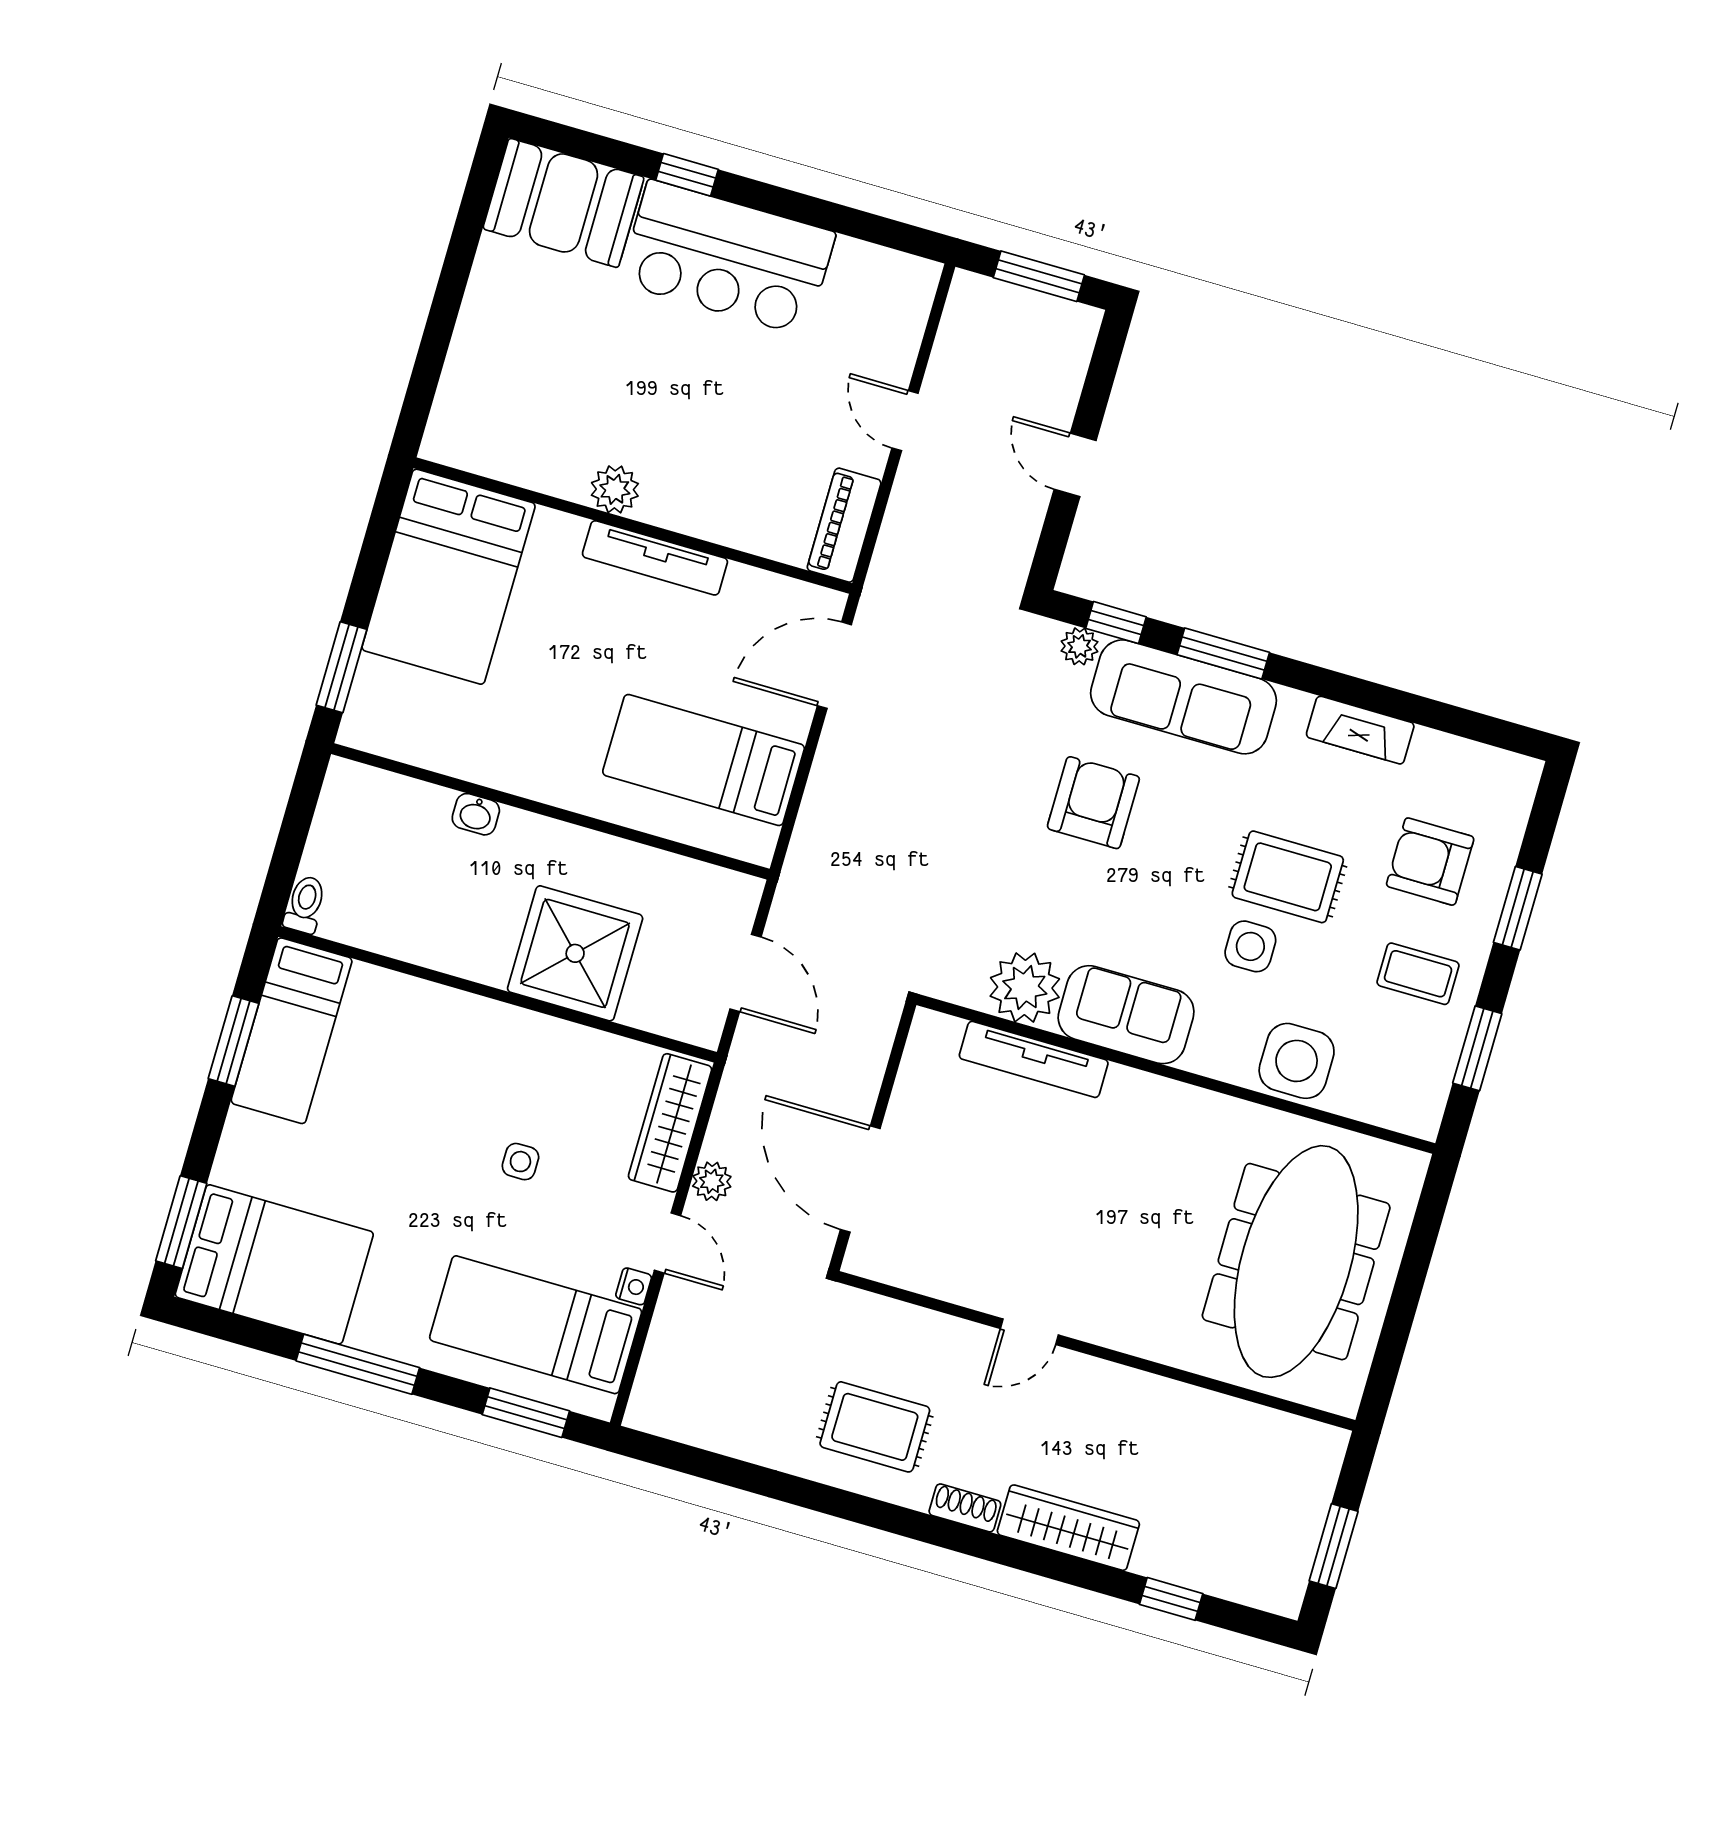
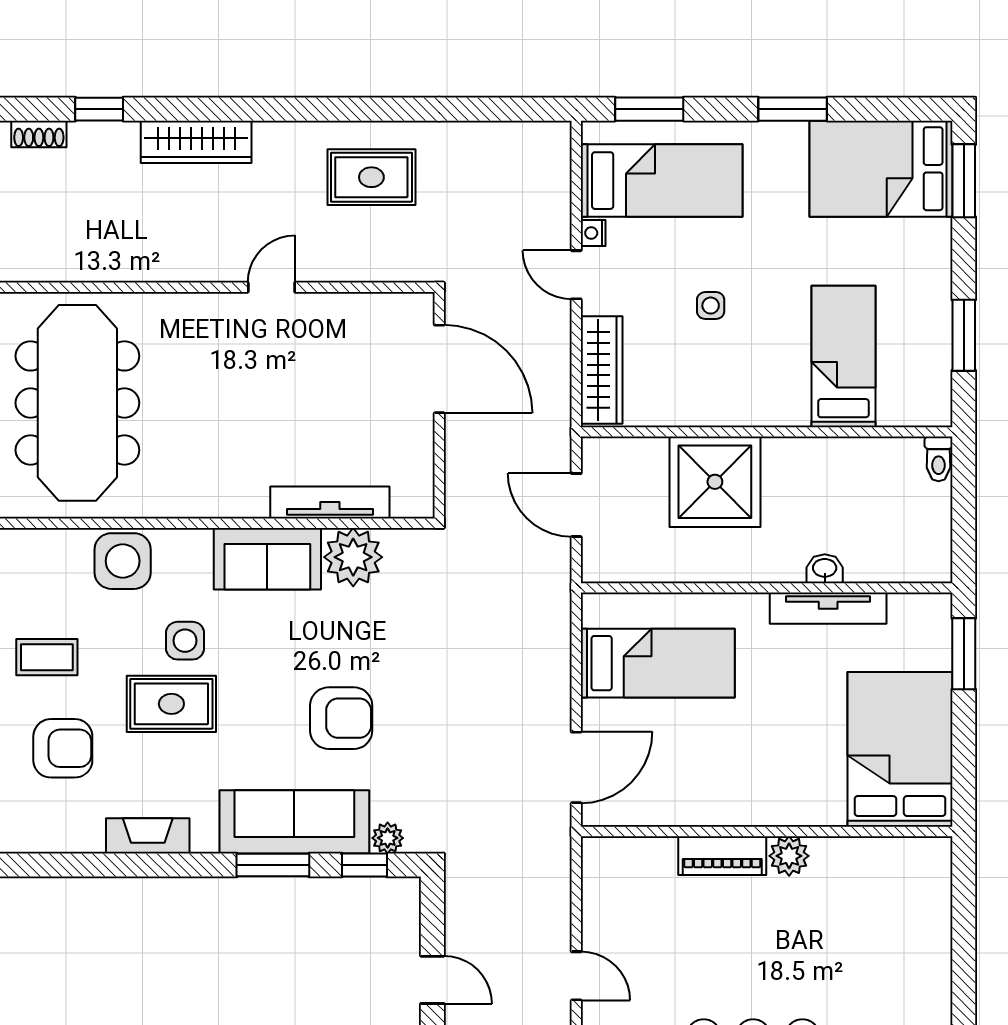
piano: (844, 525) -> (722, 856), moved, turned 90
tv unit: (655, 558) -> (828, 608), moved, turned 180
armchair: (1093, 803) -> (341, 718), turned -90
bed: (292, 1031) -> (843, 356), moved
plant: (712, 1181) -> (556, 333), removed
window: (358, 1364) -> (793, 109), width x0.69
shoe rack: (965, 1508) -> (39, 134), moved

